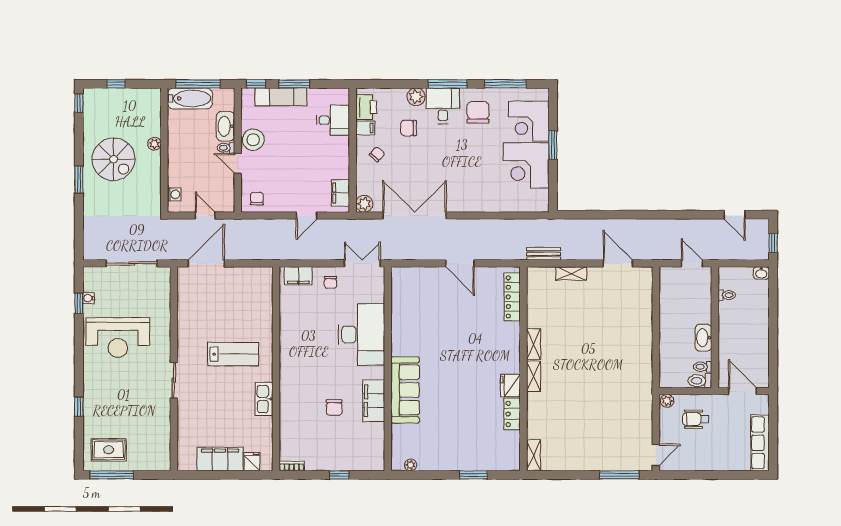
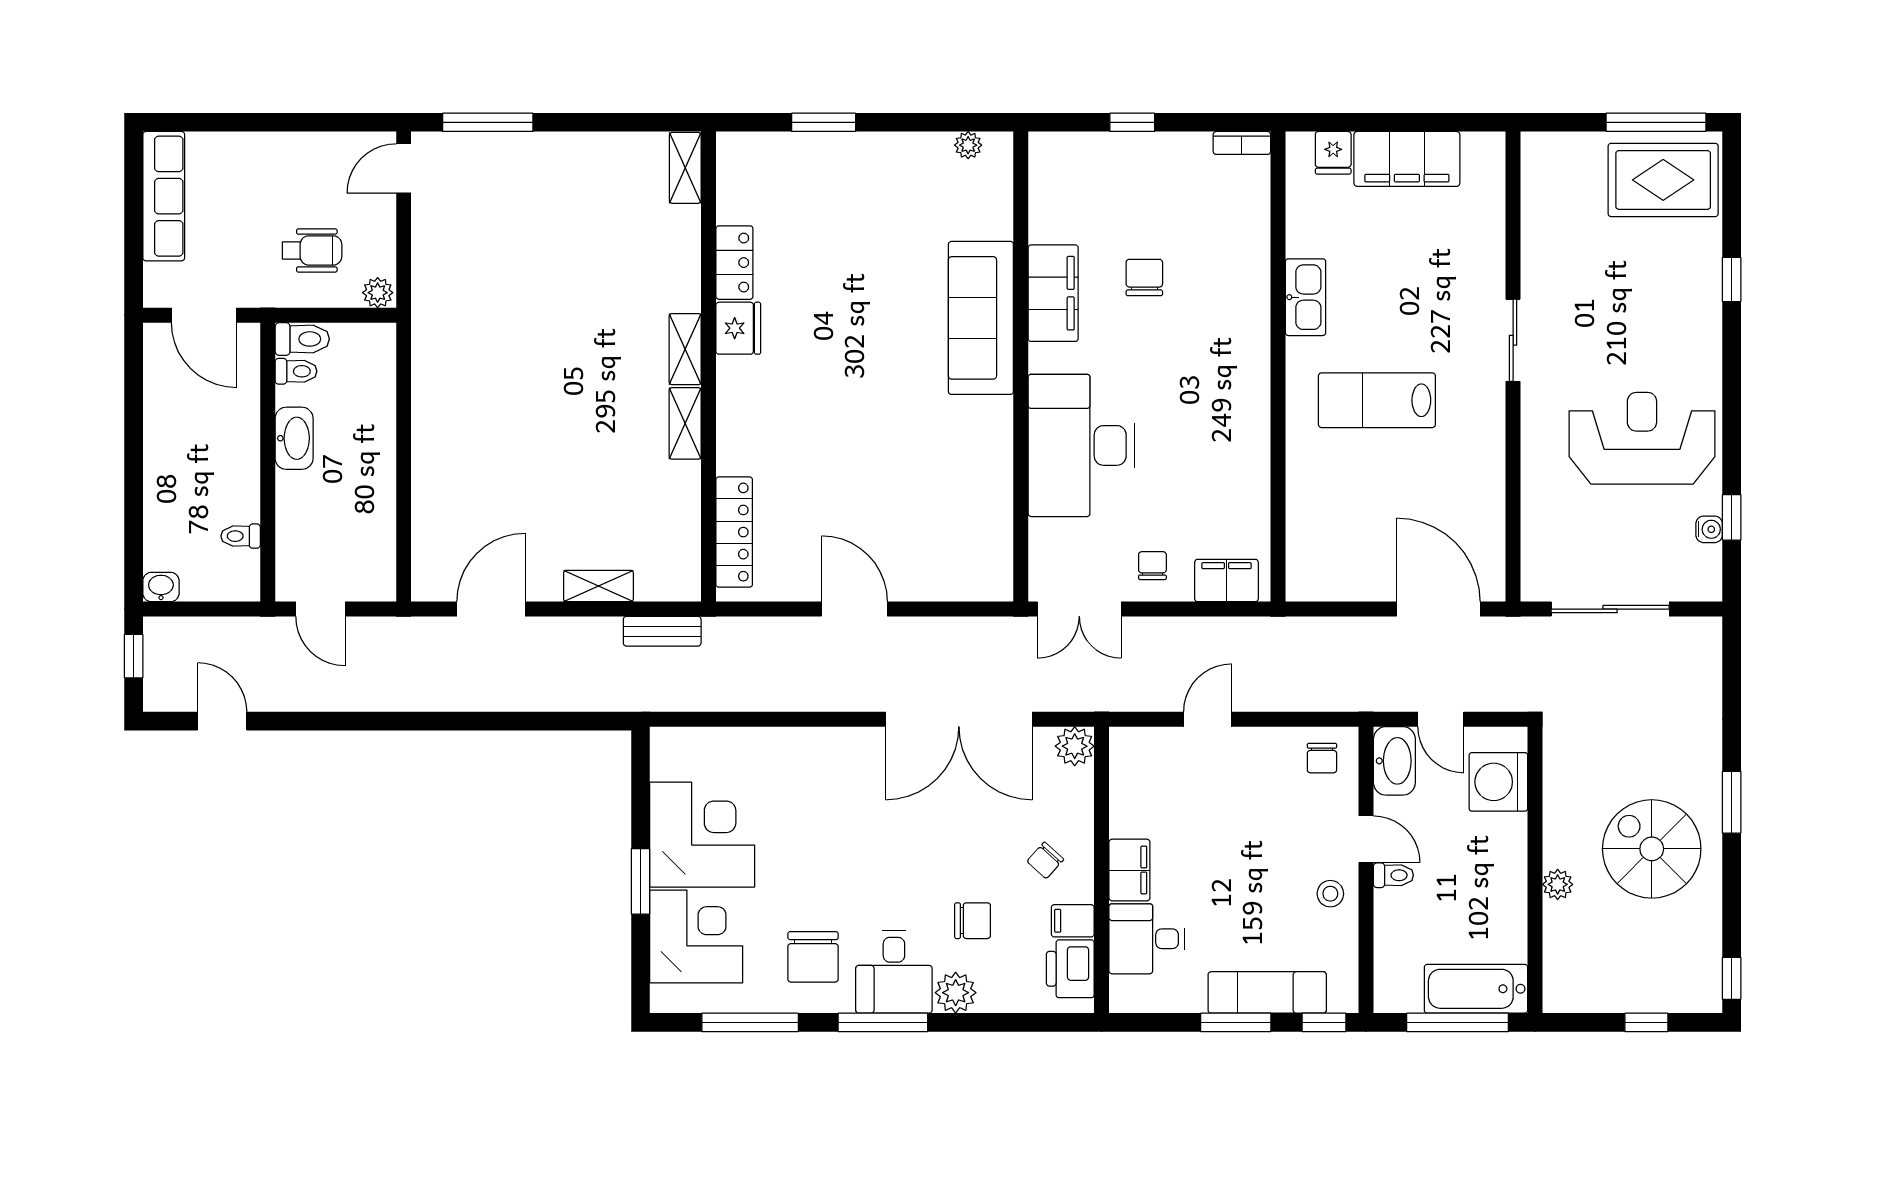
washbasin: (225, 126) -> (1394, 761), moved
stool: (253, 140) -> (1330, 894), width x0.53, depth x0.53
filing cabinet: (340, 193) -> (1129, 870), moved
washing machine: (174, 194) -> (1498, 782), width x1.89, depth x1.89
door: (206, 263) -> (1438, 609), swing flipped
door: (618, 263) -> (491, 609), swing flipped
rug: (109, 450) -> (1663, 180), width x1.36, depth x1.43

